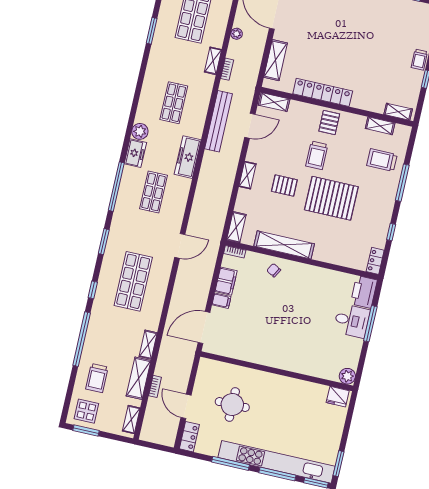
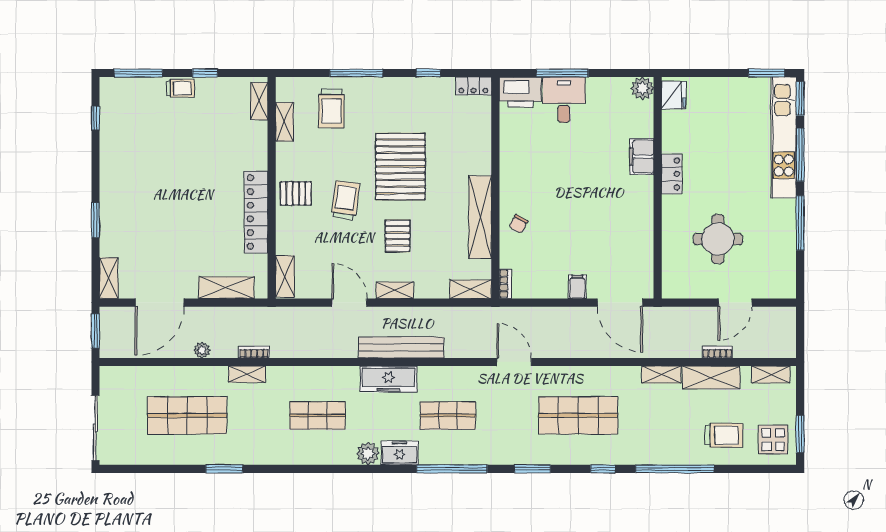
bench: (219, 121) -> (401, 347), moved
door: (250, 126) -> (350, 303), moved
trolley: (317, 155) -> (345, 200), turned -82
filing cabinet: (226, 281) -> (642, 156), moved, turned -90
locker: (189, 437) -> (672, 174), moved, turned 90
kitchen unit: (277, 462) -> (784, 138), width x0.73

